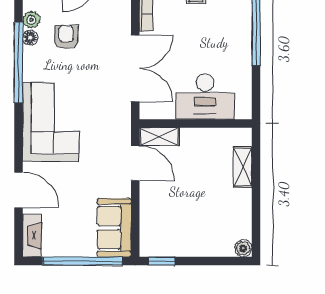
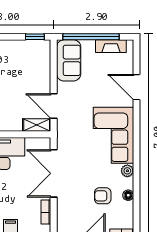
plant: (31, 20) -> (127, 171), moved
armchair: (66, 37) -> (103, 196), turned 90
window: (19, 62) -> (137, 178), removed
fireplace: (32, 235) -> (111, 46), moved, turned -90

